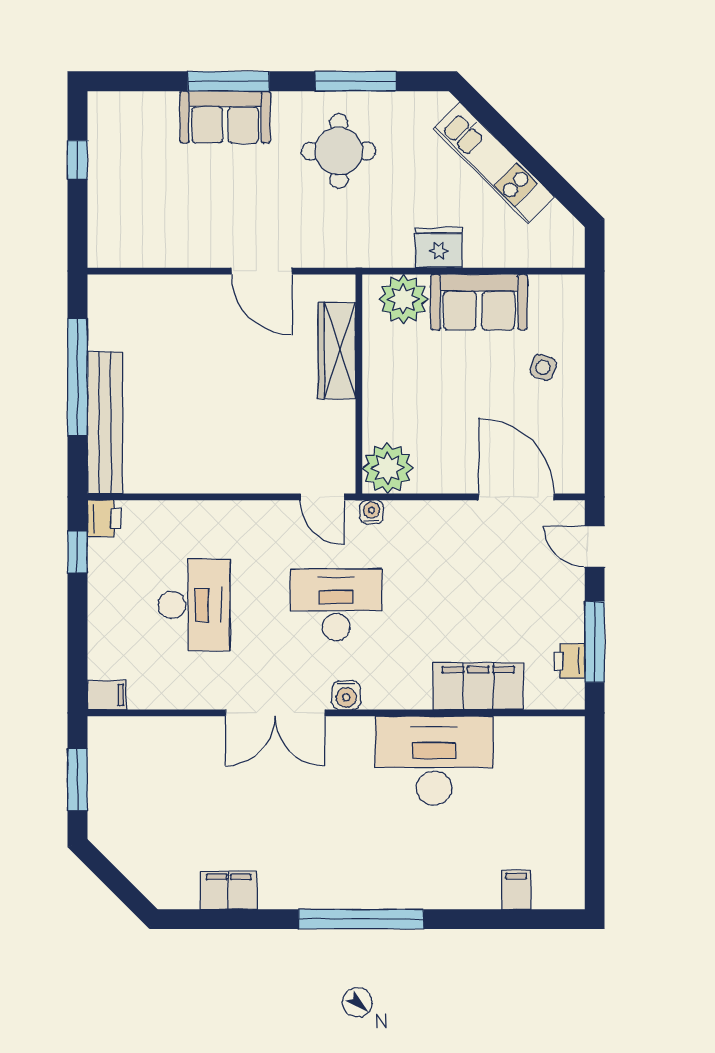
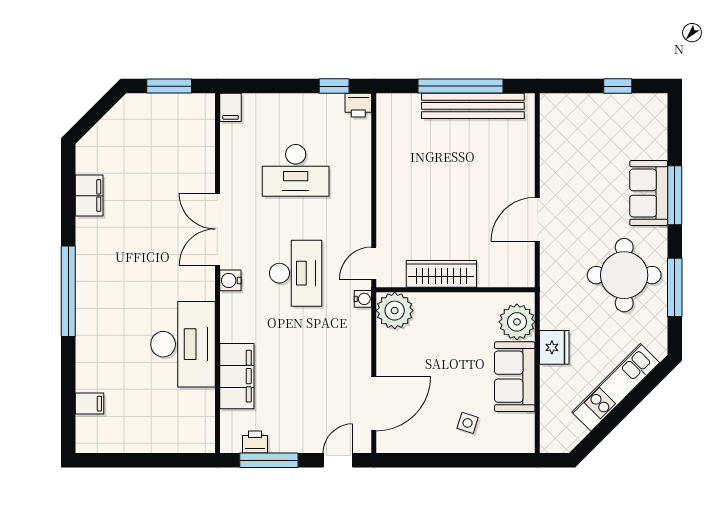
round table: (339, 151) -> (624, 275), width x1.36, depth x1.36
wardrobe: (337, 351) -> (441, 274), moved
bench: (105, 423) -> (473, 106), moved

